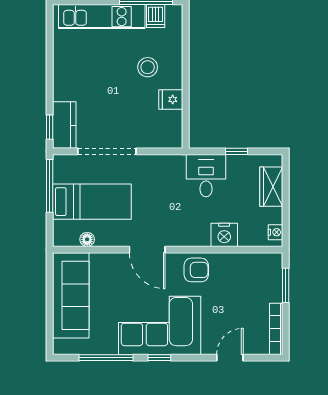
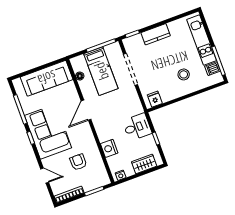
fridge: (171, 99) -> (155, 99), moved
kitchen counter: (64, 125) -> (156, 34), moved
armchair: (196, 270) -> (78, 162), moved, turned 180

